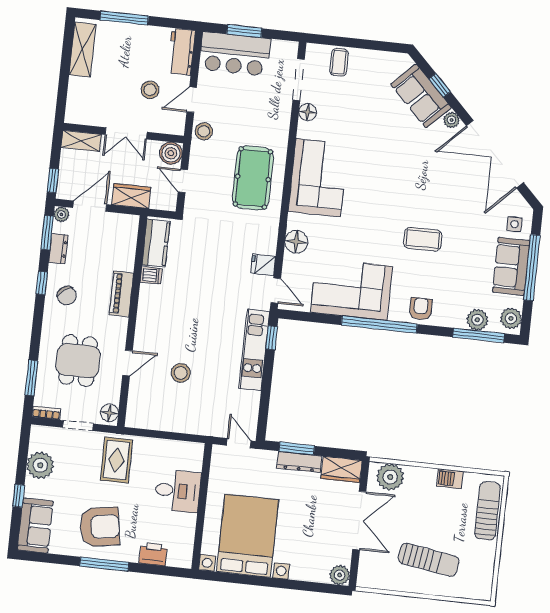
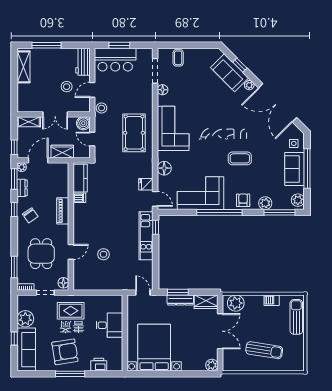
plant: (477, 320) -> (265, 203), moved
rug: (116, 460) -> (71, 311), turned 90
sofa: (35, 526) -> (26, 350), width x1.36

